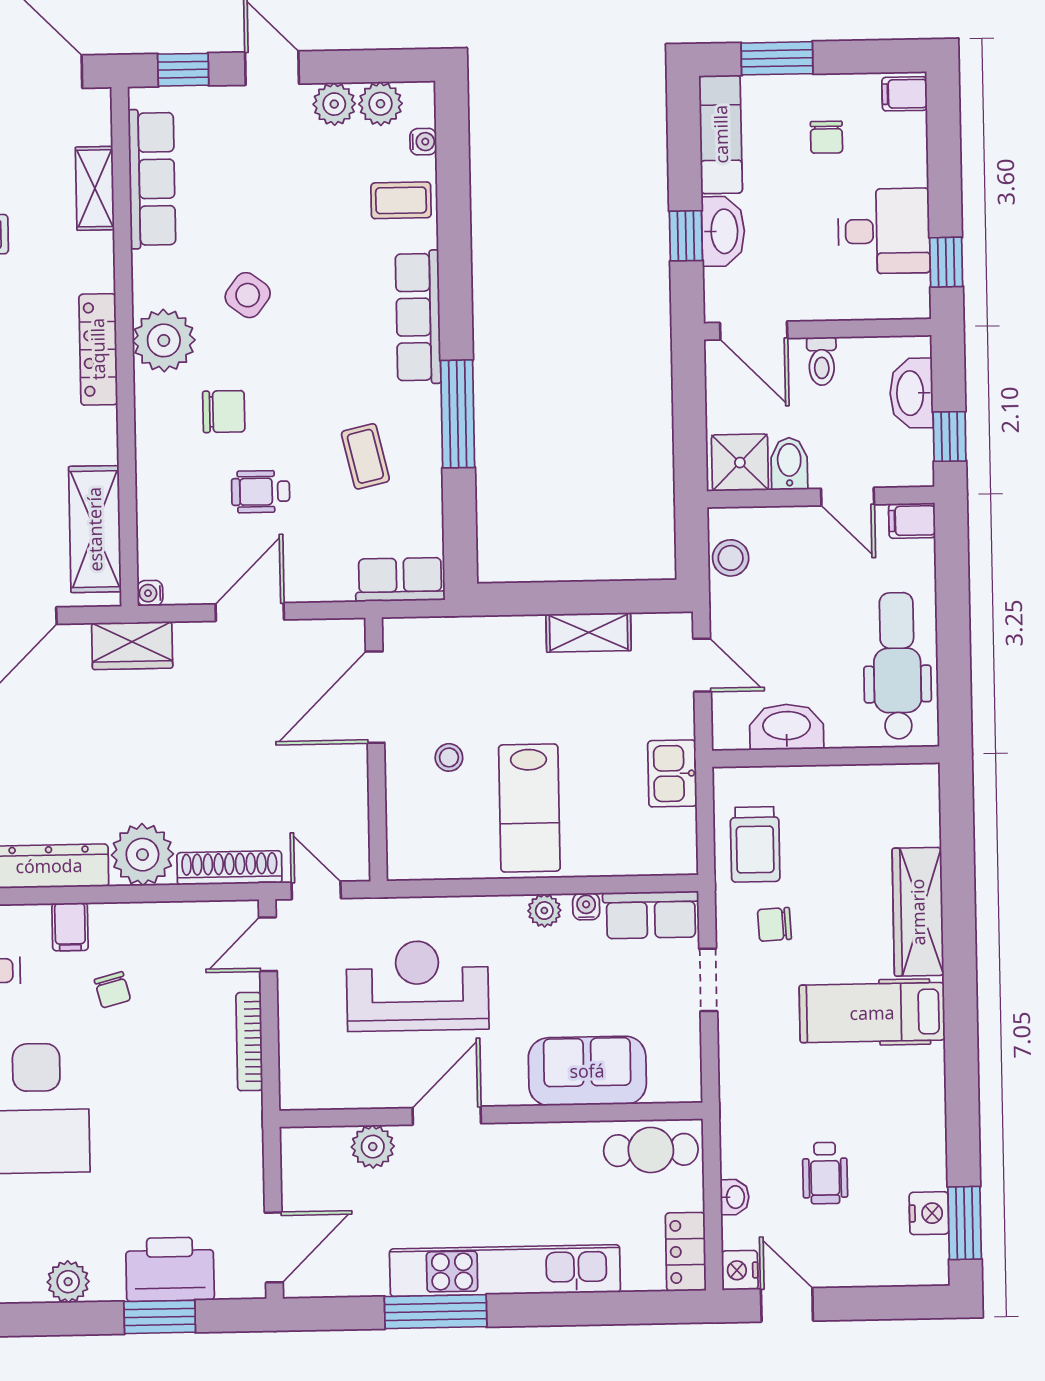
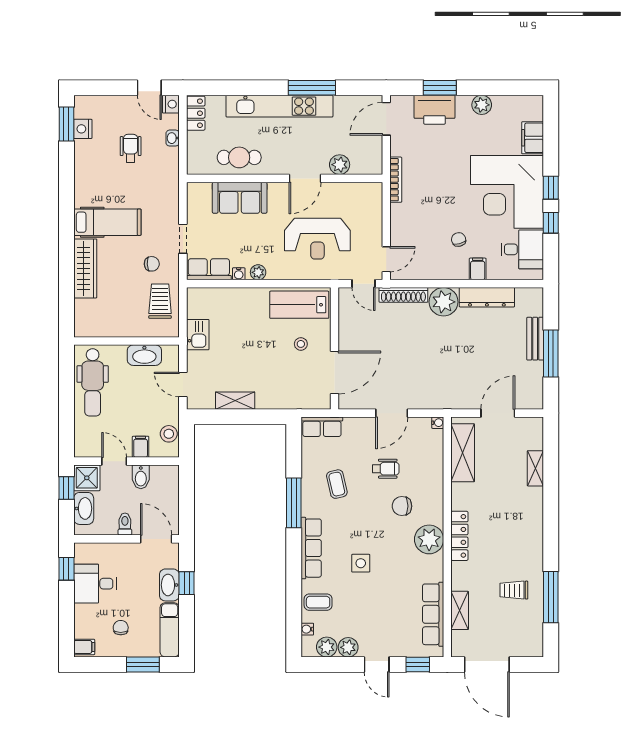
side table: (248, 295) -> (361, 563), moved, turned -37
shower: (740, 463) -> (87, 478), moved
filing cabinet: (912, 521) -> (141, 447), moved, turned -90
wardrobe: (132, 645) -> (446, 399), removed
lab bench: (529, 808) -> (299, 305), moved, turned -90
bookcase: (249, 1042) -> (396, 180), moved
cafe table: (651, 1150) -> (239, 157), moved

